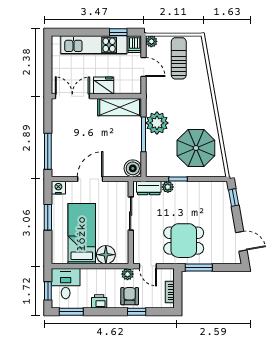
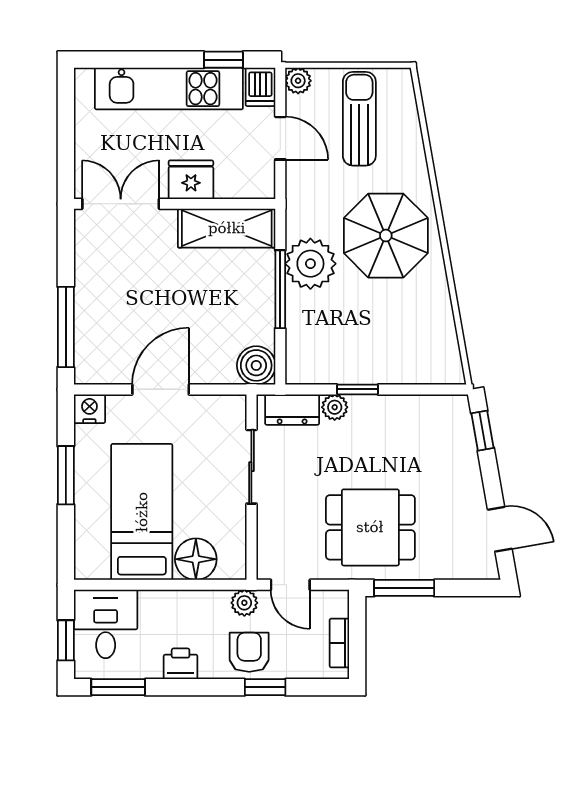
parasol: (196, 148) -> (386, 236), moved

